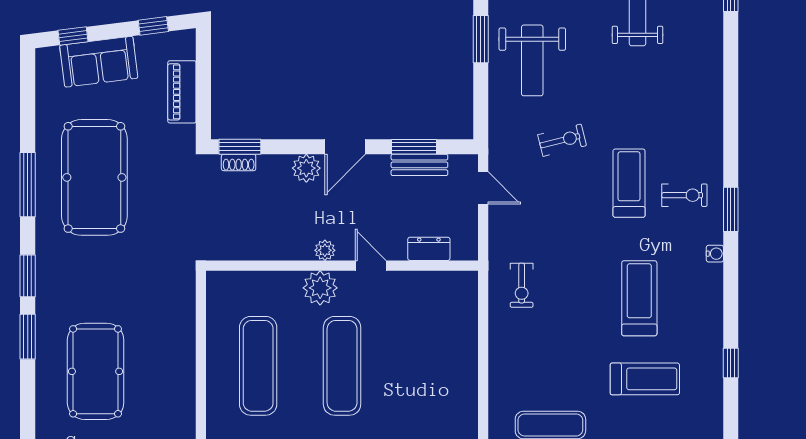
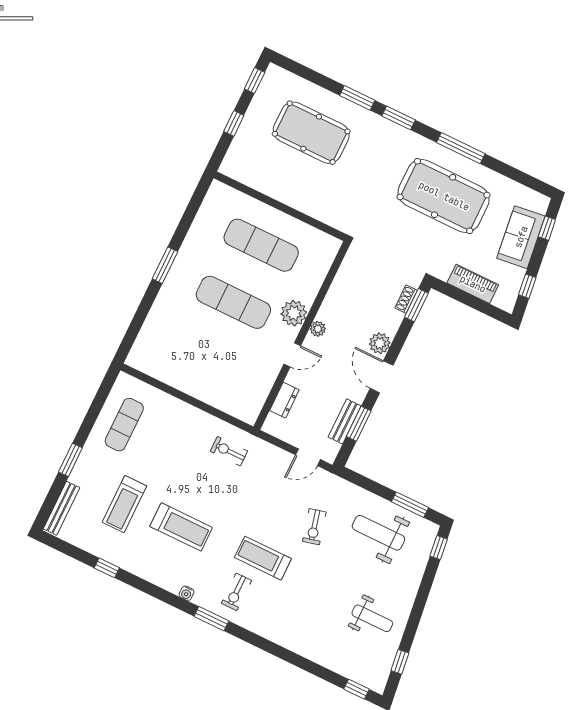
treadmill: (629, 183) -> (263, 558), turned 180

